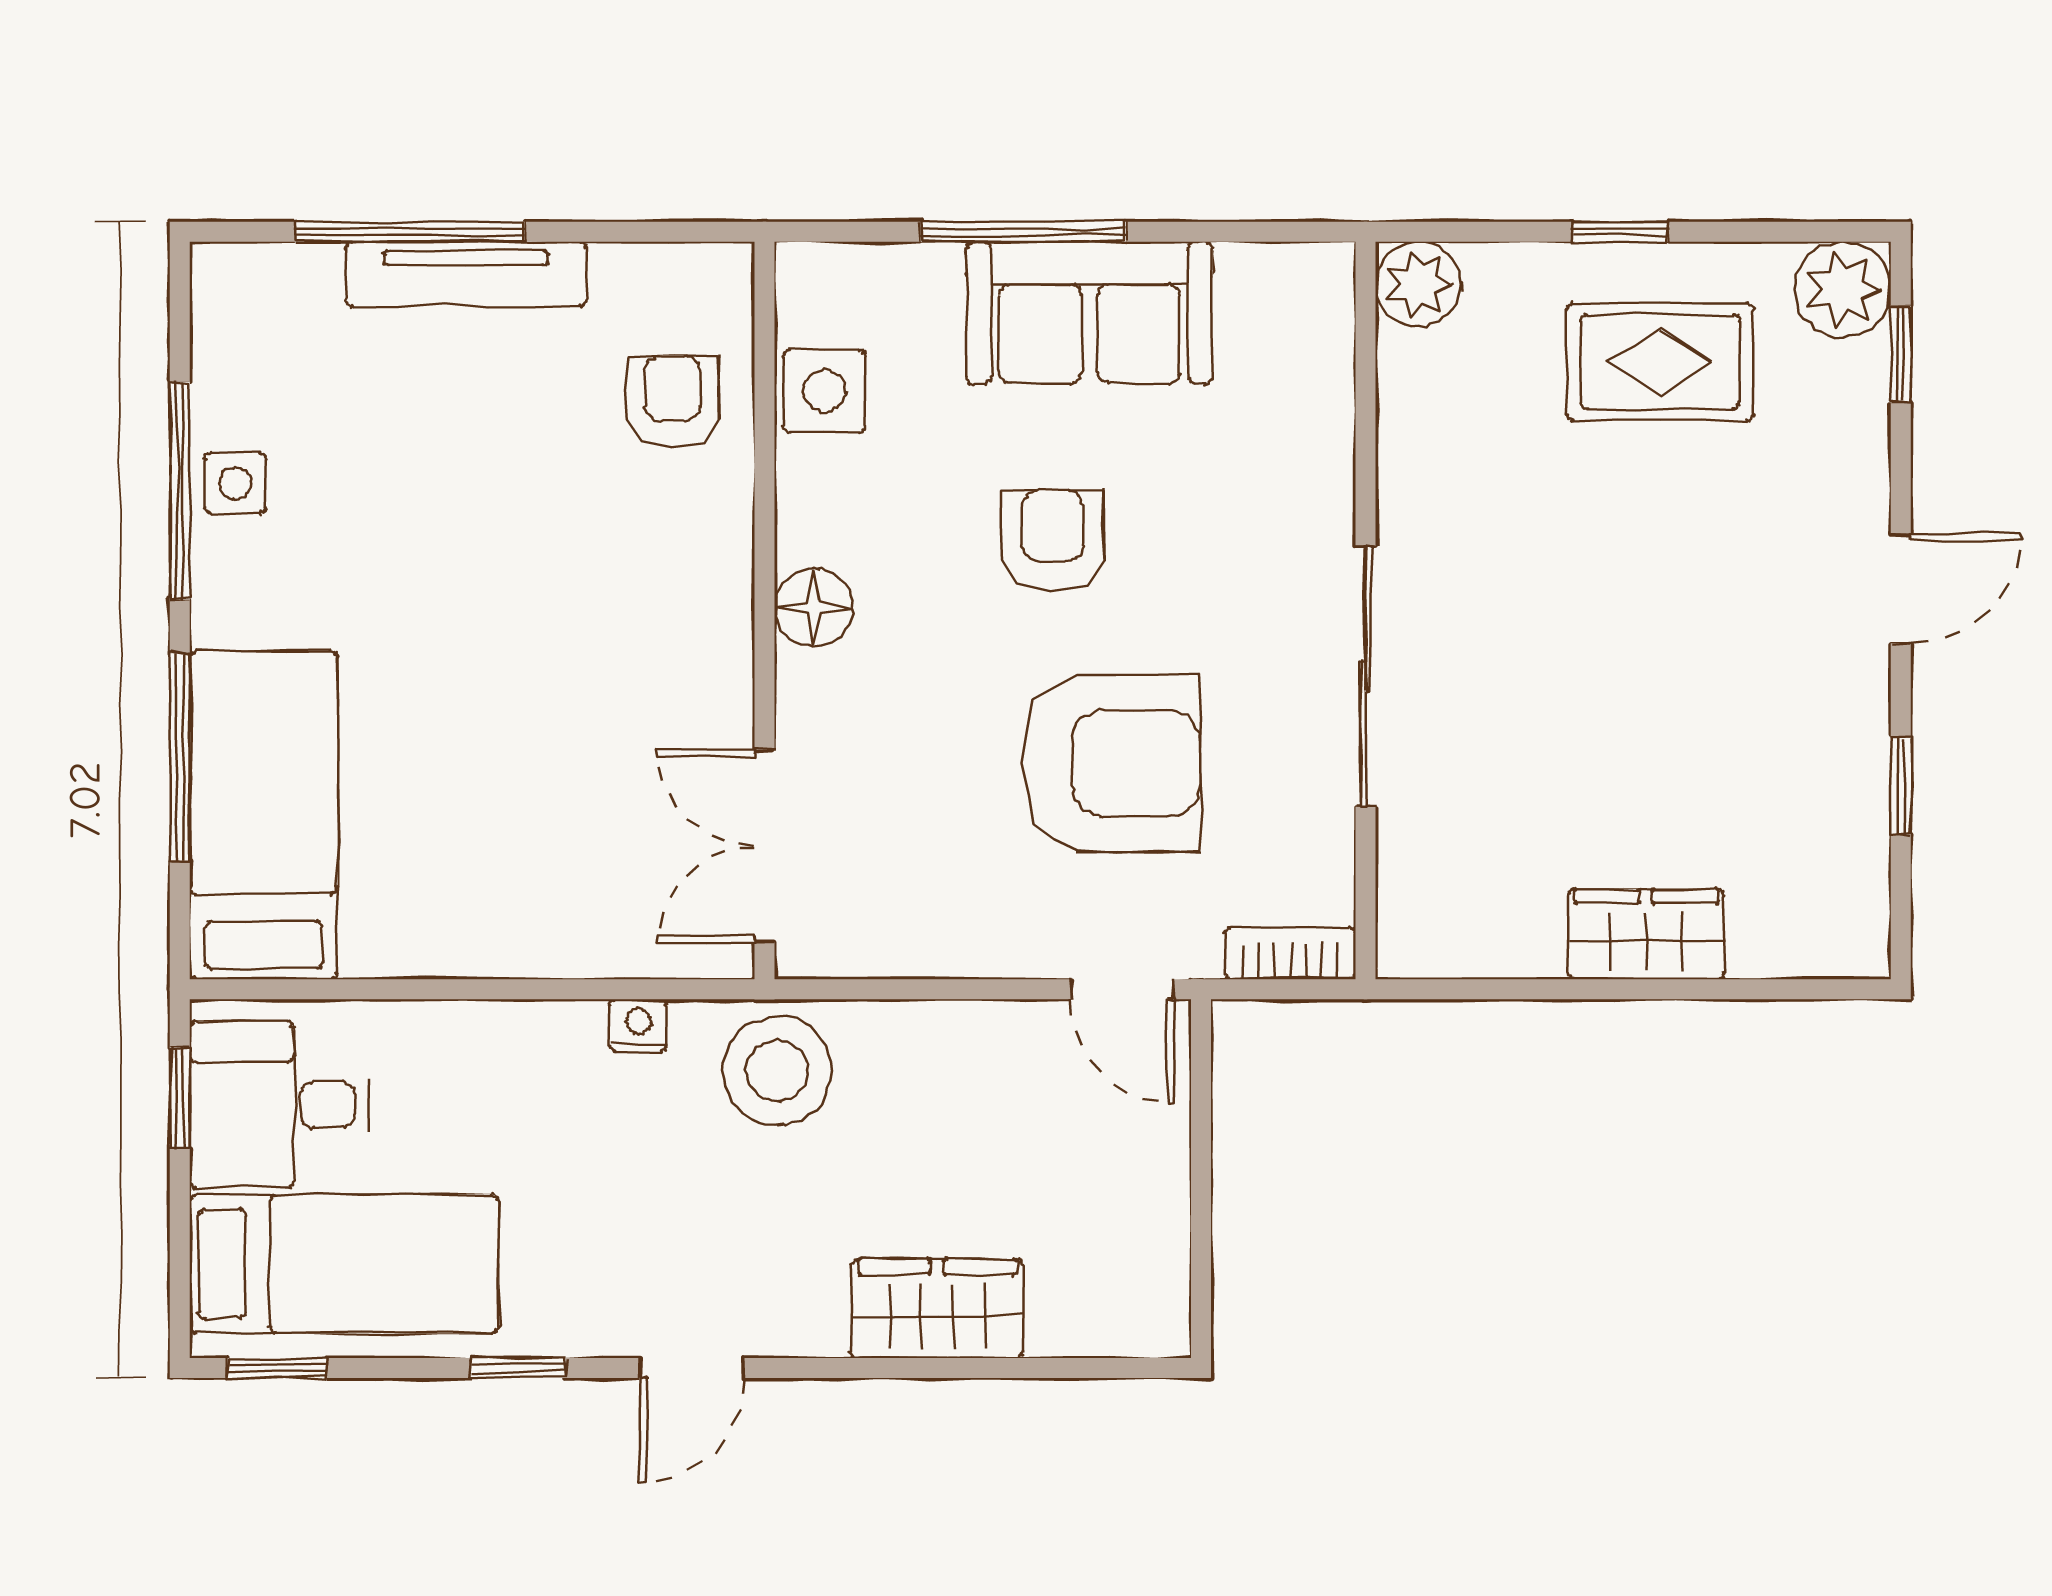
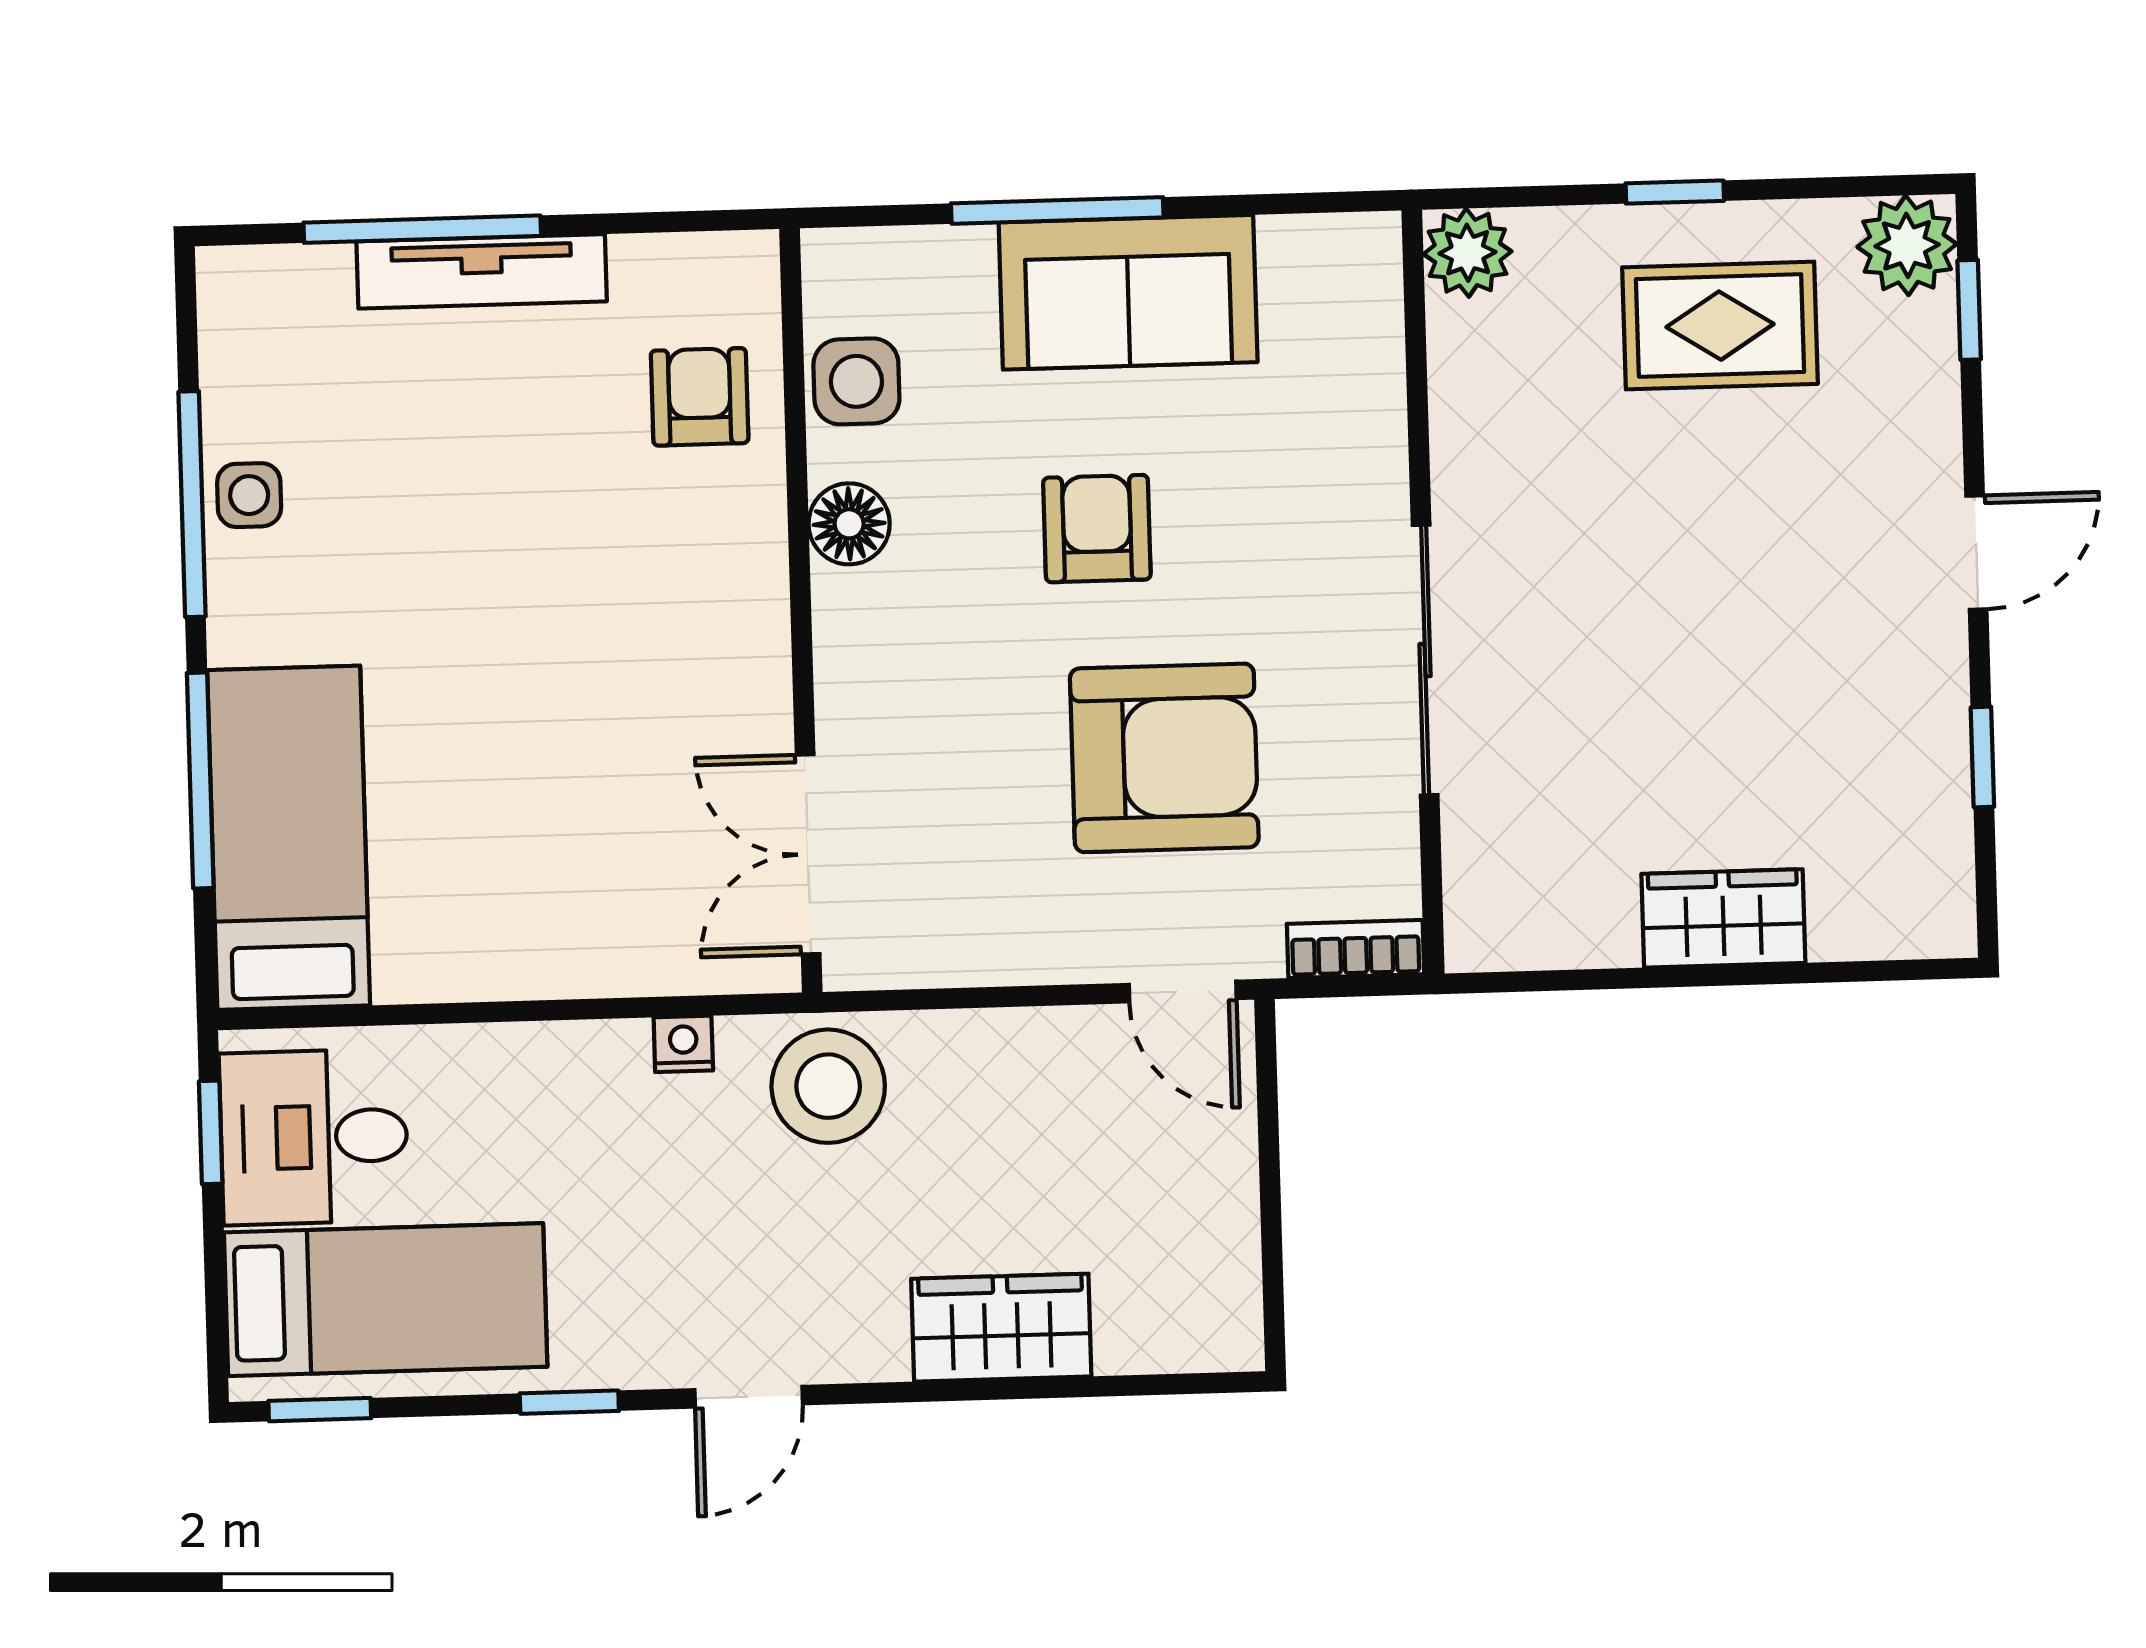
floor lamp: (814, 607) -> (849, 524), moved

